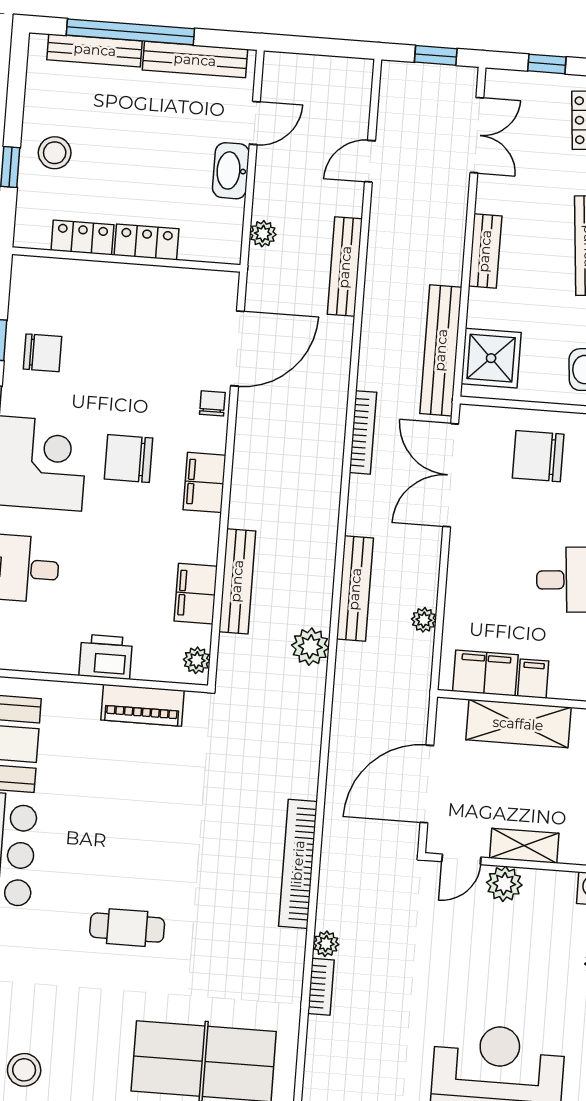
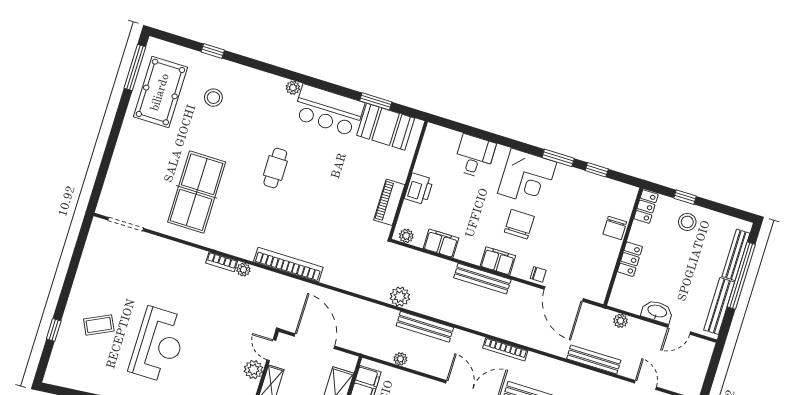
door: (255, 123) -> (679, 330), hinge flipped
locker: (82, 238) -> (646, 207), moved
chair: (42, 353) -> (615, 228), moved
bench: (237, 581) -> (482, 279), moved

